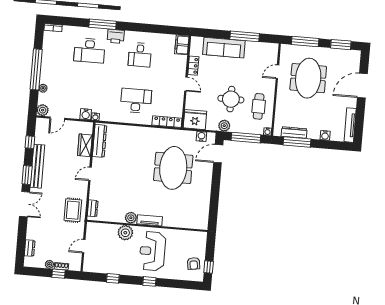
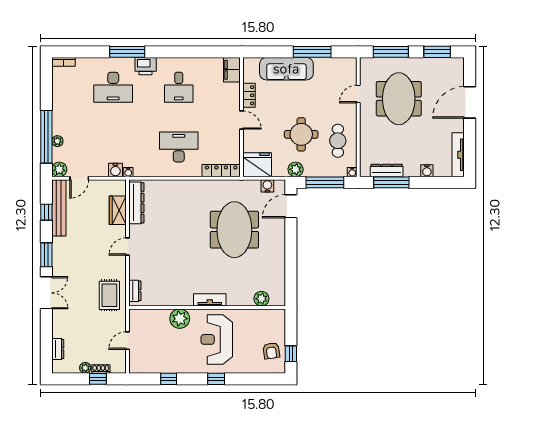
window: (36, 69) -> (46, 137), moved
bench: (37, 166) -> (59, 208), moved
plant: (131, 218) -> (261, 299), moved

